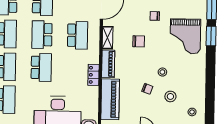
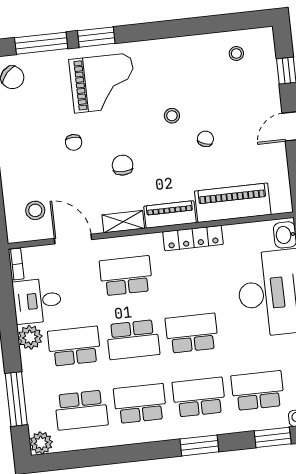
locker: (94, 75) -> (193, 238), width x1.53
stool: (170, 96) -> (214, 96), removed

